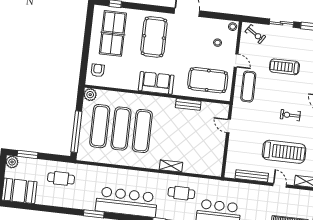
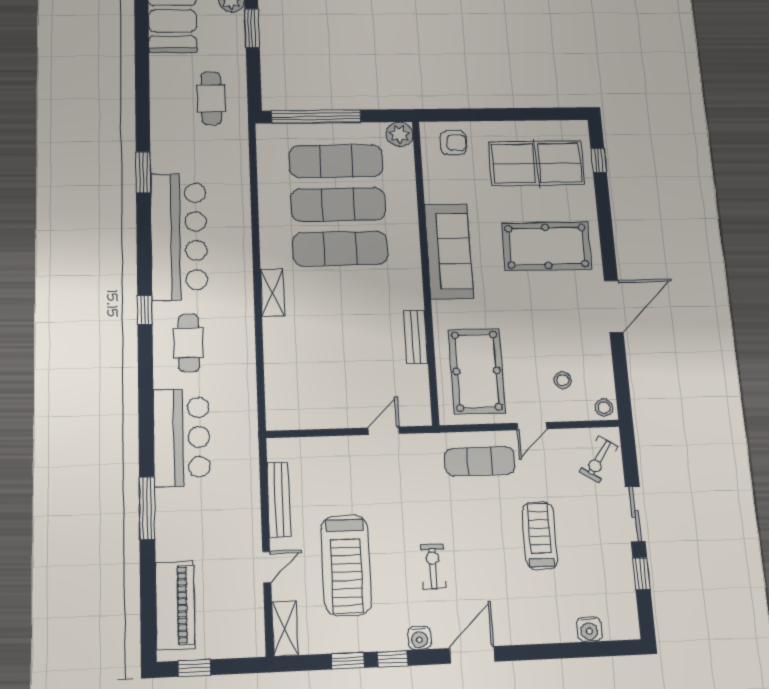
sofa: (156, 83) -> (449, 251), width x1.36
shelving: (171, 166) -> (272, 293), moved
cafe table: (181, 193) -> (189, 343), moved

